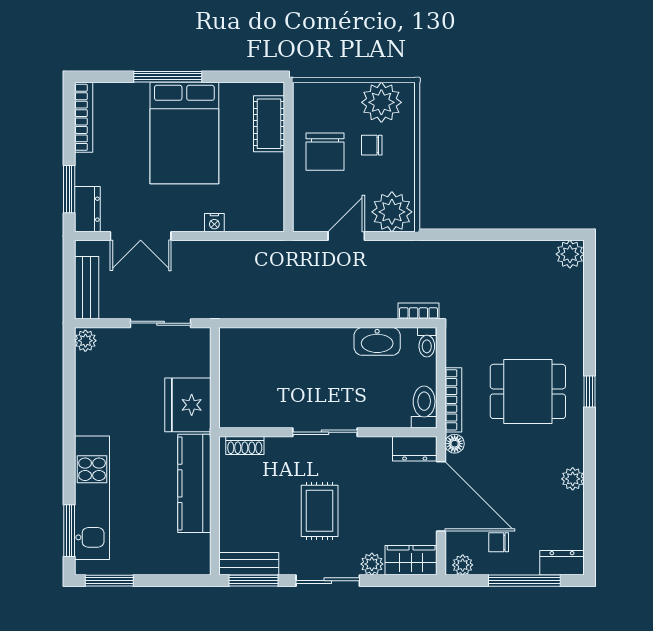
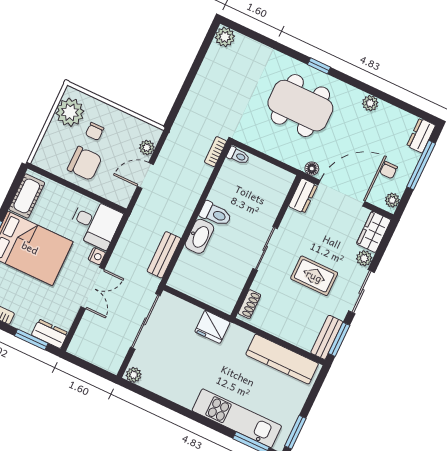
cot: (269, 124) -> (27, 196), moved, turned 90
desk: (255, 201) -> (95, 223), added
plant: (392, 212) -> (147, 148), width x0.53, depth x0.53
double door: (141, 236) -> (92, 288), moved
door: (346, 236) -> (145, 175), hinge flipped
bench: (87, 288) -> (164, 255), moved, turned 90
sliding door: (160, 323) -> (145, 321), width x1.37
washbasin: (377, 341) -> (199, 236), moved
dining table: (528, 391) -> (300, 106), width x1.38
bookcase: (453, 400) -> (283, 156), removed
fridge: (188, 405) -> (212, 327), width x0.73, depth x0.75
toilet: (424, 407) -> (216, 214), moved, turned 180
kitchen counter: (194, 483) -> (282, 359), moved

